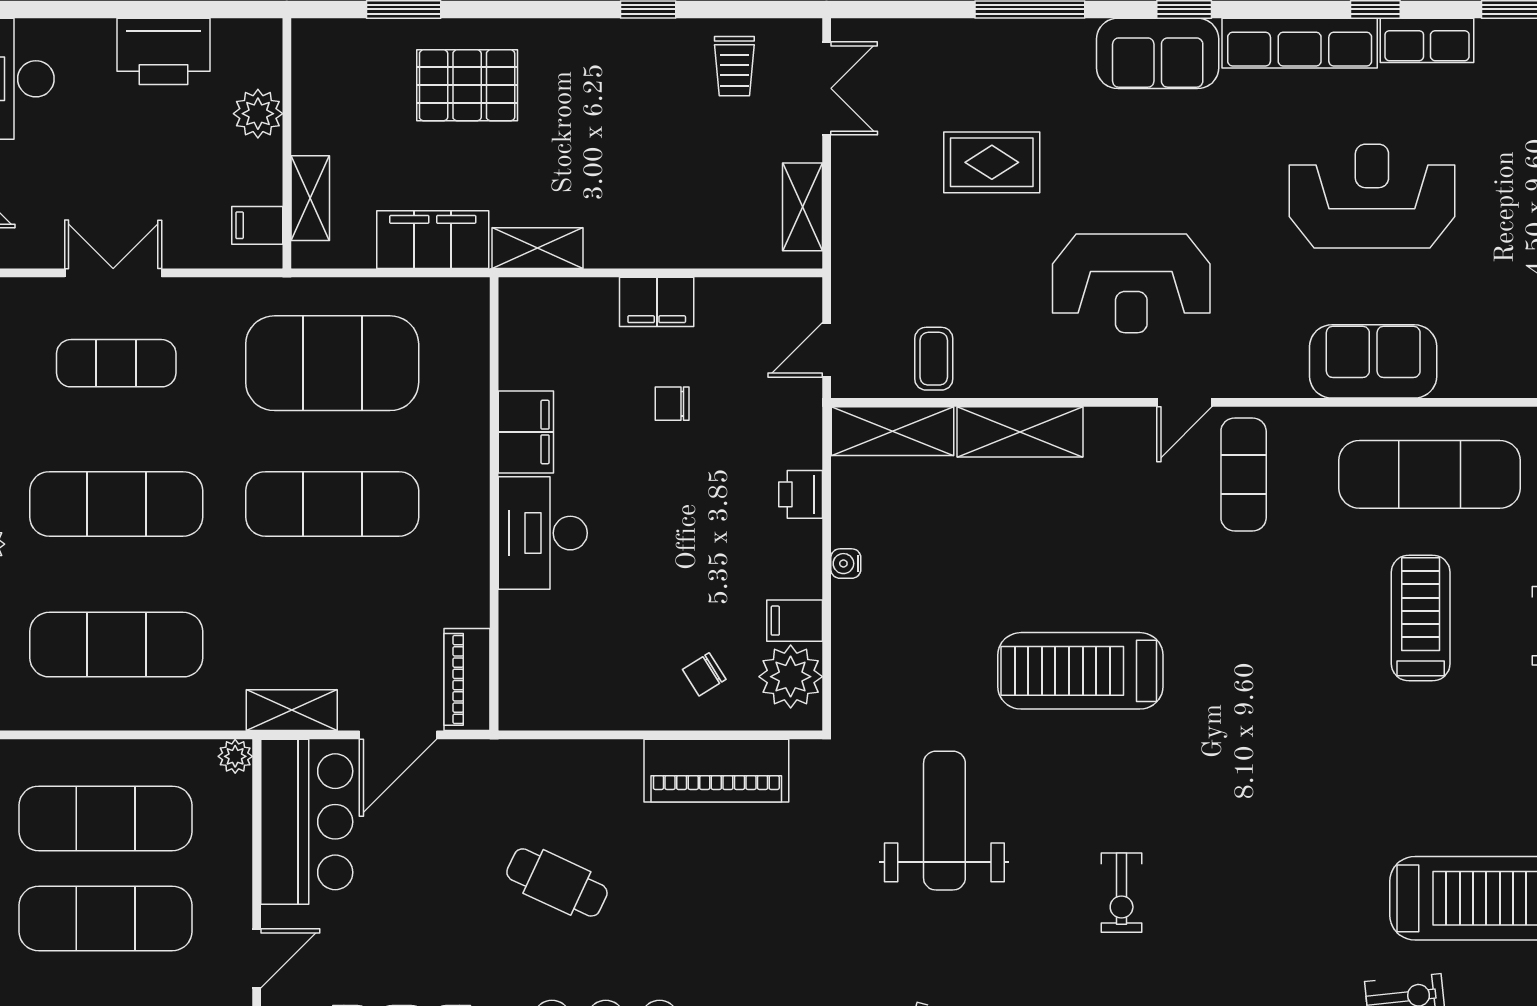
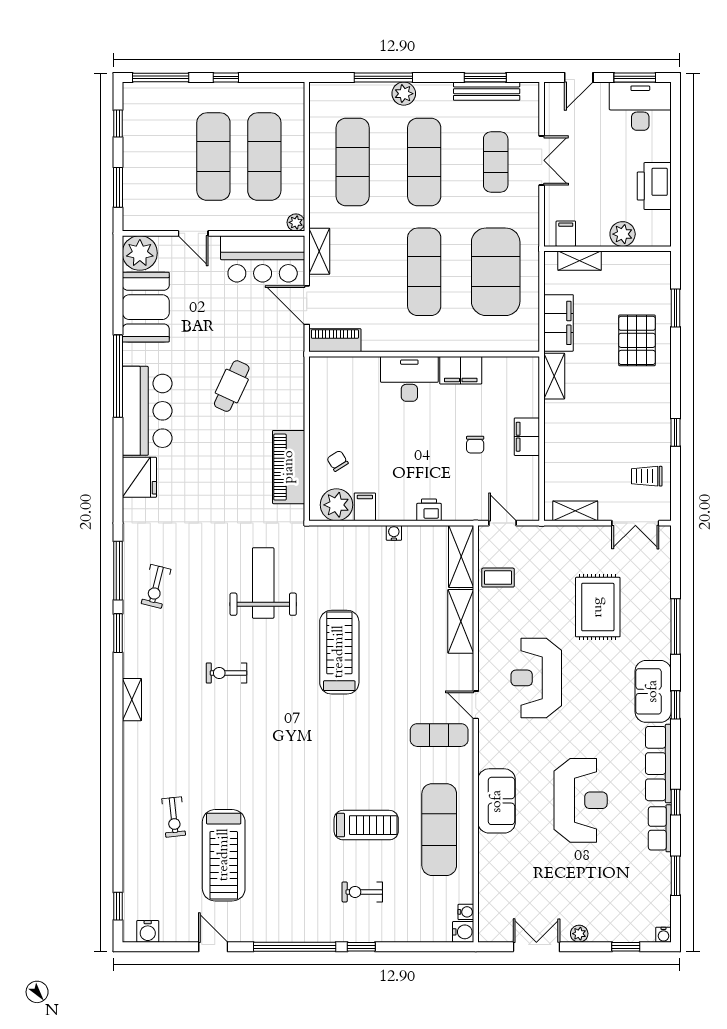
rug: (992, 162) -> (598, 607), width x1.36, depth x1.43
chair: (672, 404) -> (475, 445), turned 180
weight bench: (944, 821) -> (263, 583), turned -90

